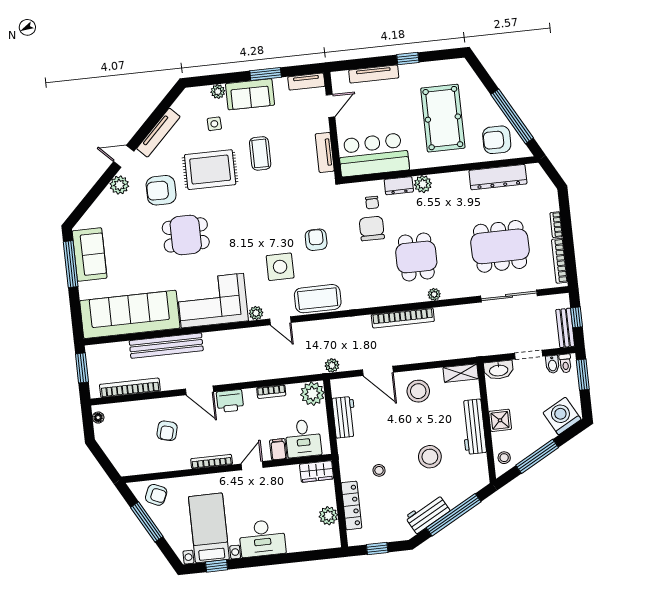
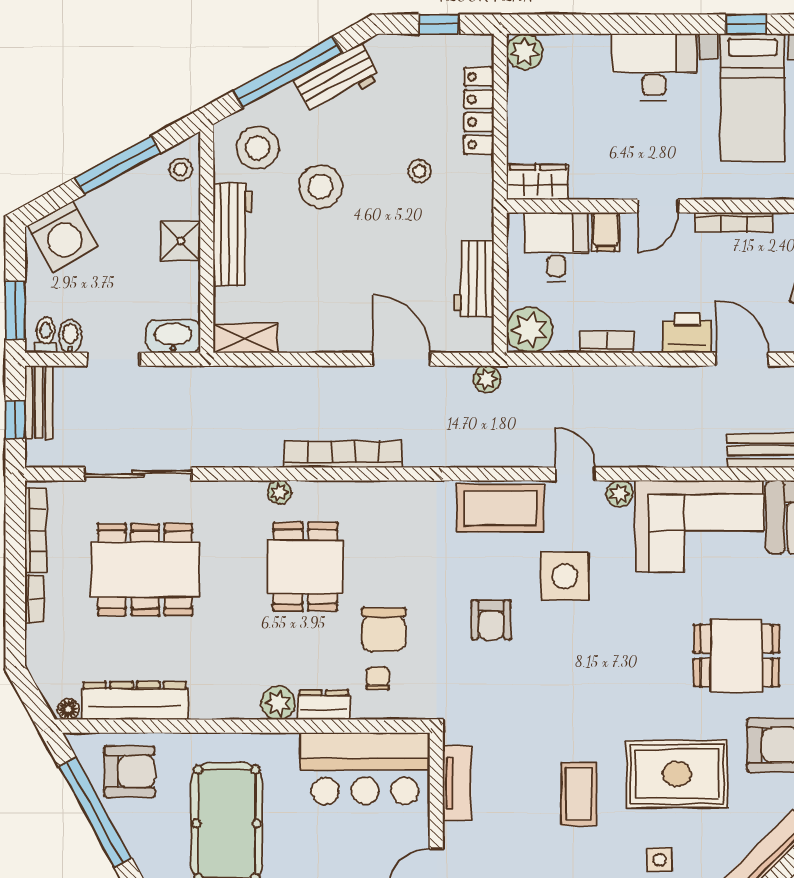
floor lamp: (532, 169) -> (68, 709), added
stool: (418, 391) -> (258, 148), moved
plant: (328, 516) -> (525, 52), moved

